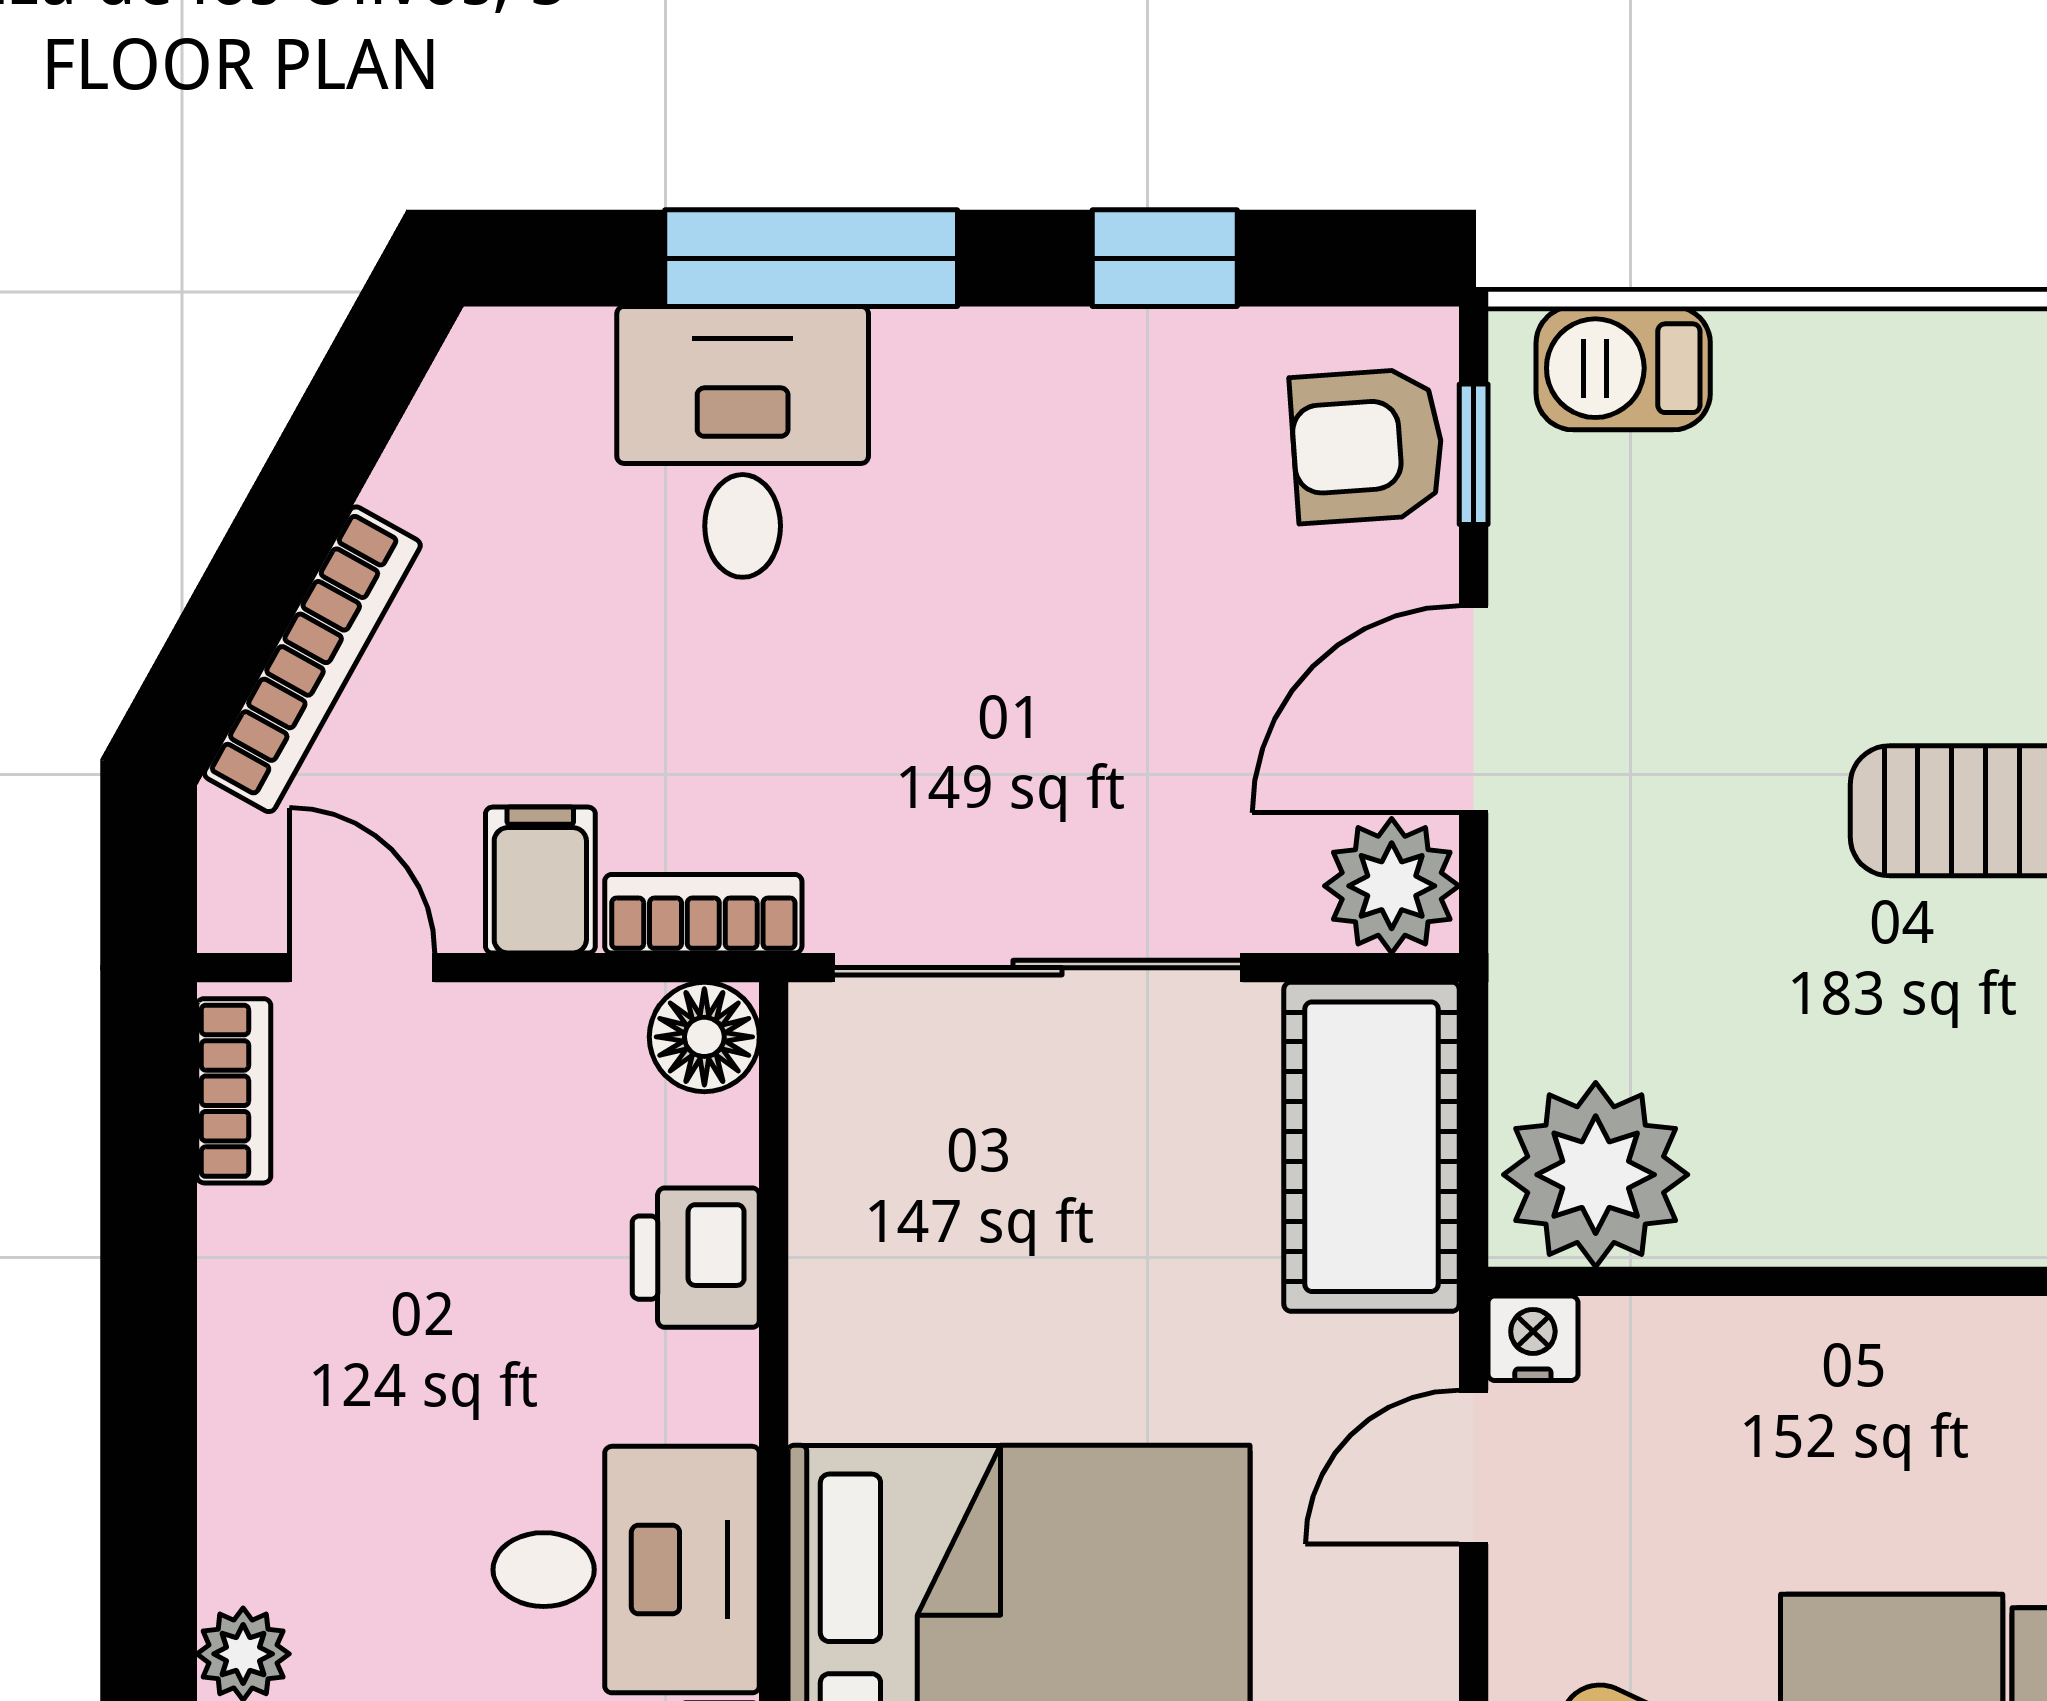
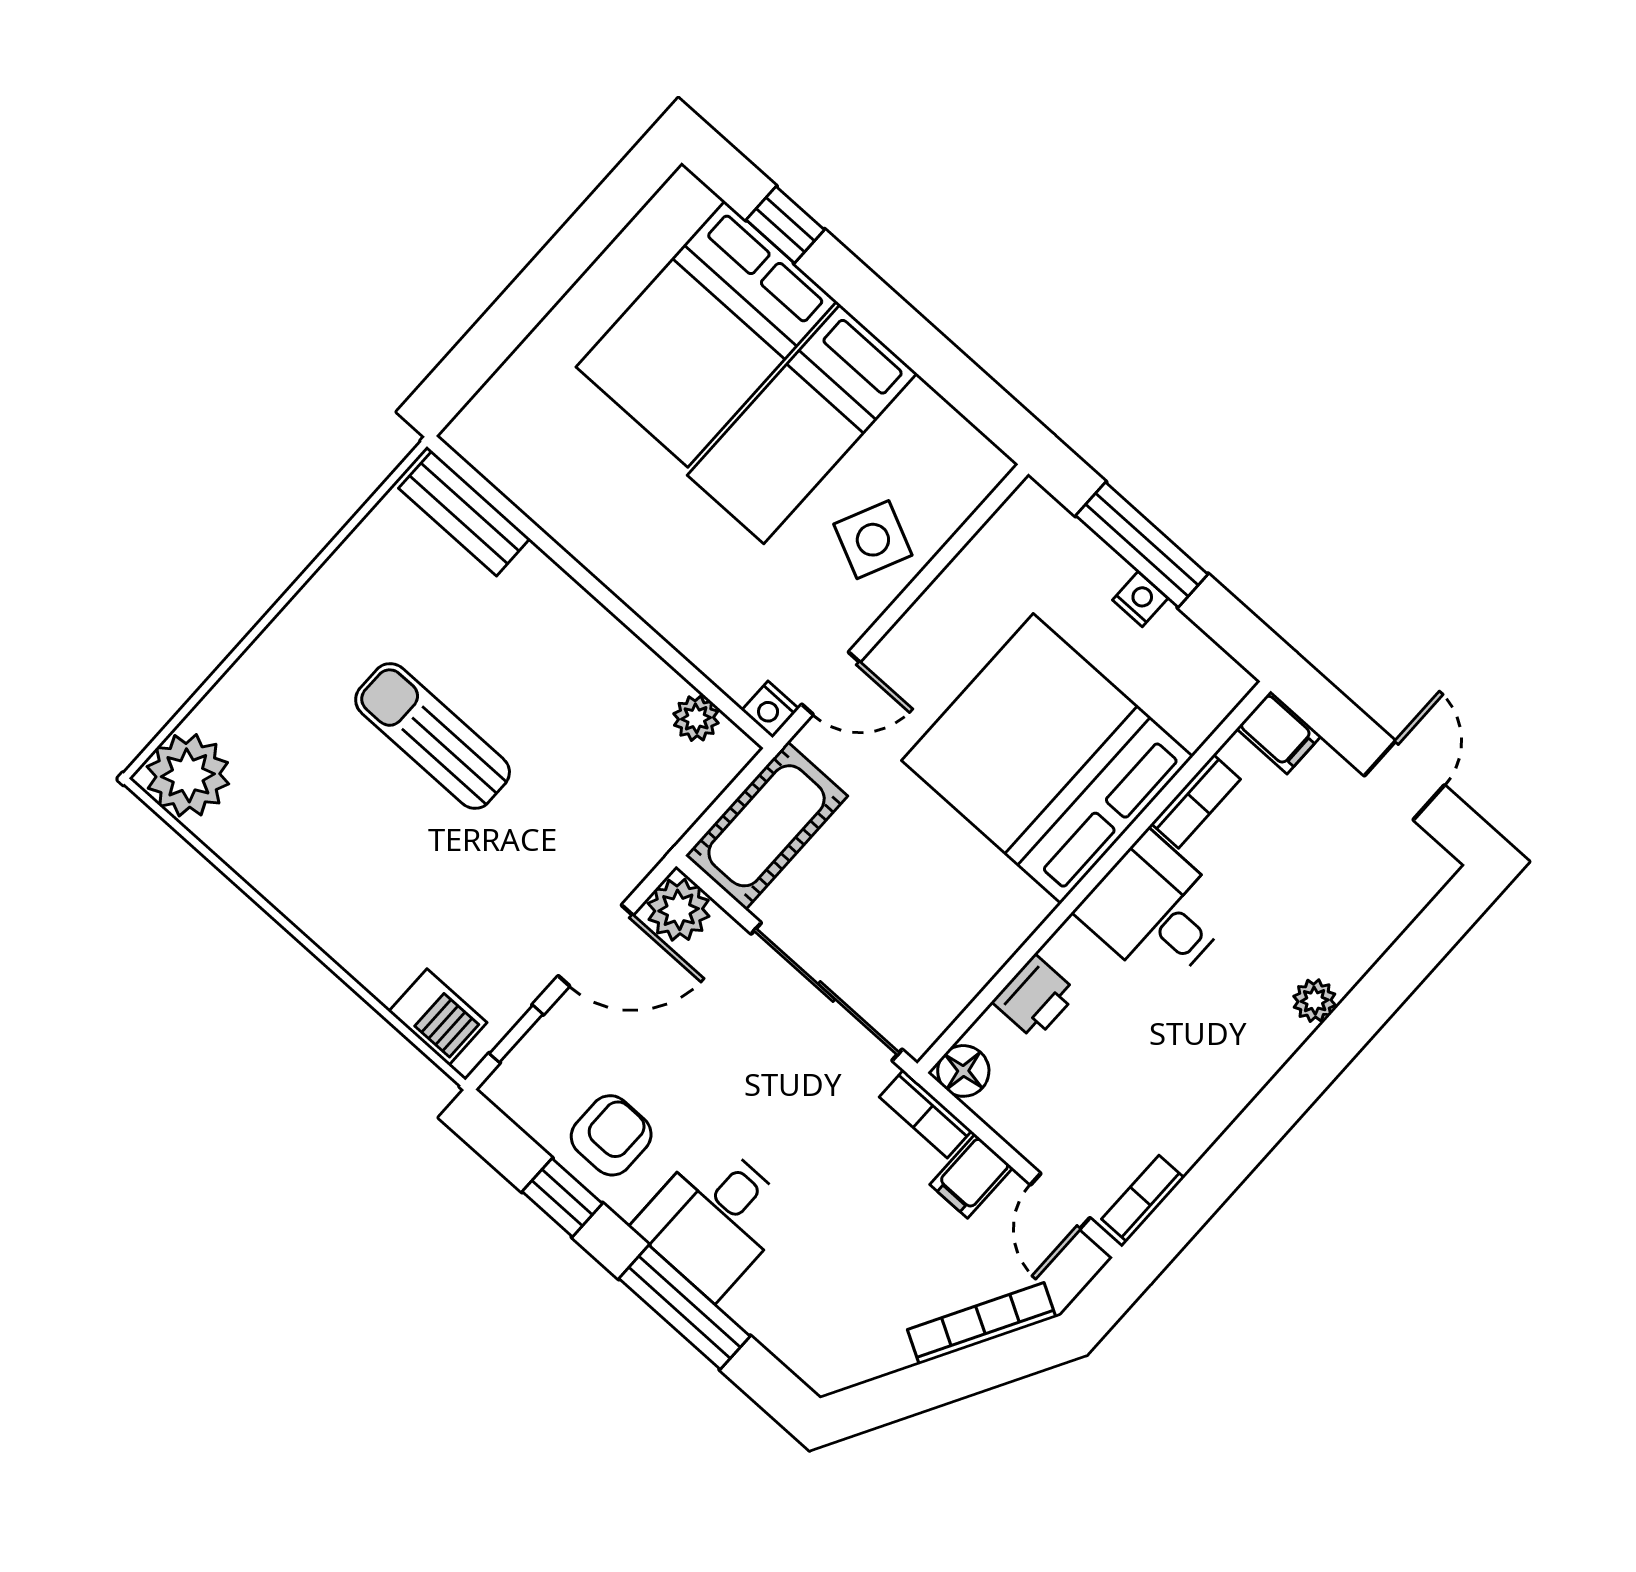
desk: (743, 442) -> (714, 1219), moved
armchair: (1367, 446) -> (611, 1135), moved, turned -86
plant: (1596, 1175) -> (696, 718), width x0.53, depth x0.53

